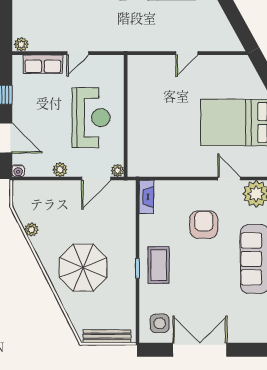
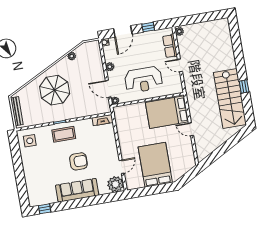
bed: (152, 88) -> (167, 112), added
armchair: (204, 225) -> (78, 161), moved
double door: (200, 350) -> (18, 167), removed

